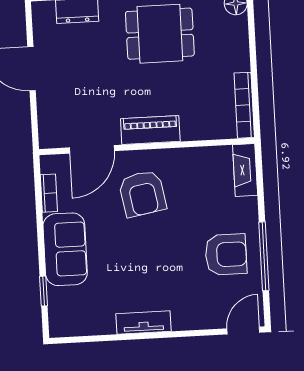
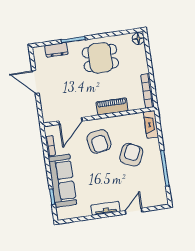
piano: (150, 130) -> (112, 106), moved
sofa: (65, 249) -> (62, 181), width x1.36
armchair: (226, 254) -> (131, 155), moved, turned -65
door: (243, 330) -> (134, 211), moved

